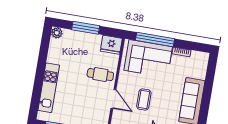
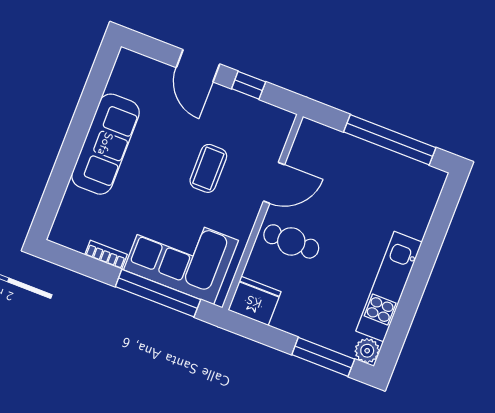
window: (86, 28) -> (323, 357), moved
kitchen unit: (49, 88) -> (389, 287), moved
door: (113, 99) -> (274, 183), swing flipped

